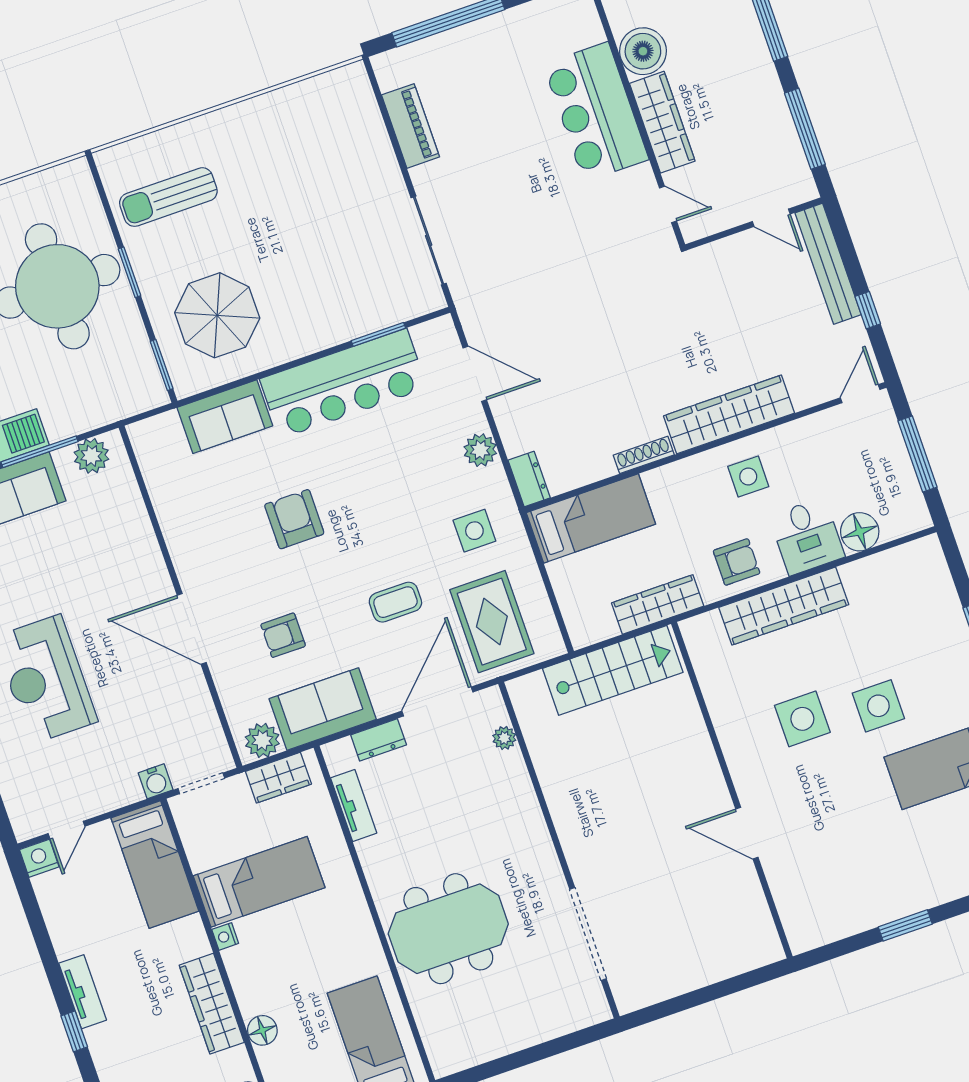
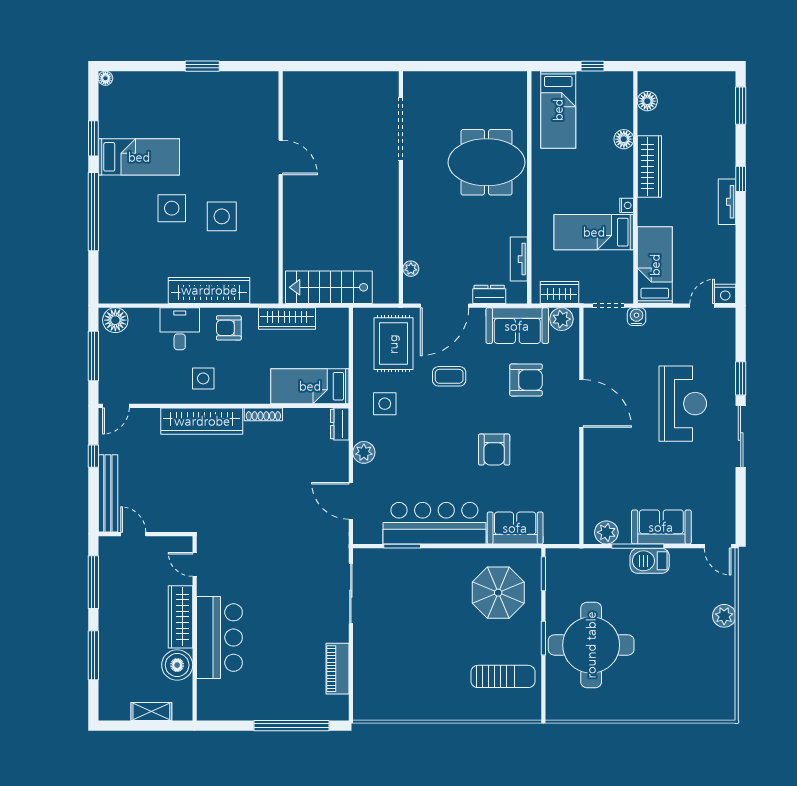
floor lamp: (860, 532) -> (115, 320), moved
armchair: (283, 635) -> (526, 380), width x1.38, depth x1.38

